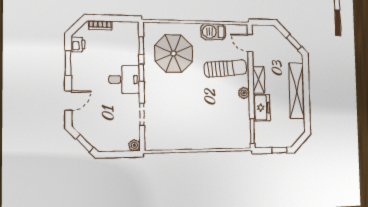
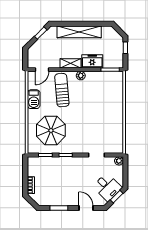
printer: (78, 44) -> (45, 201), removed
desk: (124, 80) -> (107, 187), moved, turned 135

